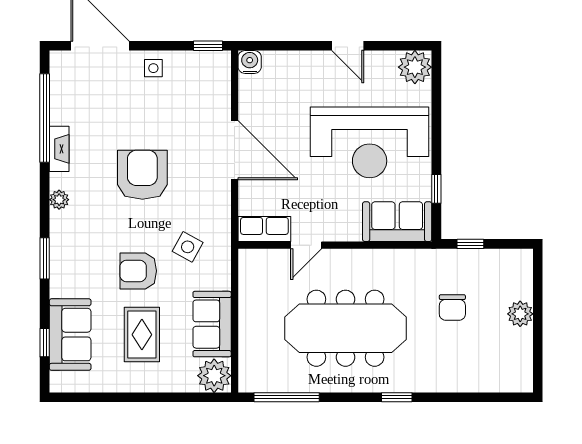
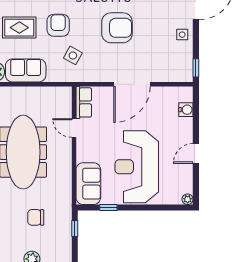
water cooler: (250, 62) -> (186, 110), moved
plant: (415, 67) -> (188, 199), width x0.53, depth x0.53

